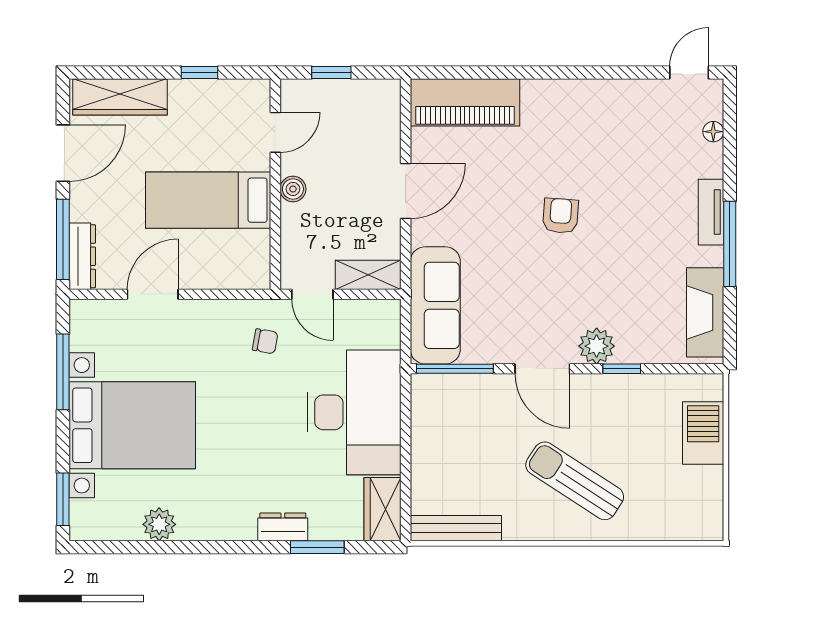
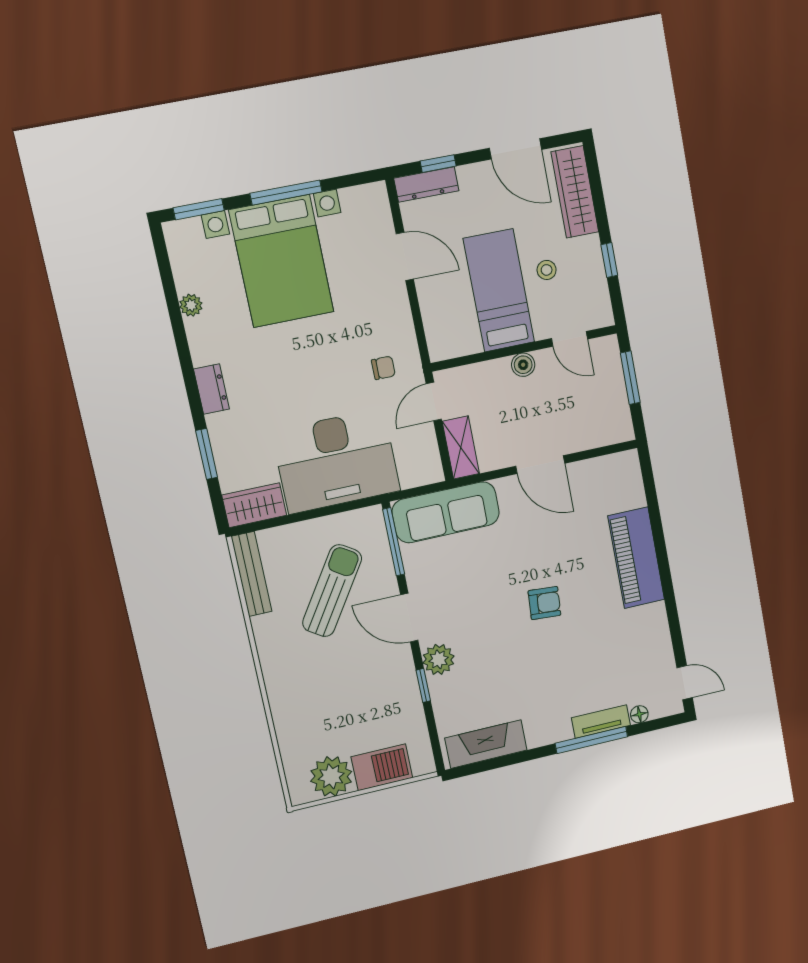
window: (331, 73) -> (630, 378), width x1.50
piano: (465, 102) -> (636, 558), moved
stool: (197, 144) -> (547, 270), added
tv unit: (711, 212) -> (601, 722), moved
window: (63, 239) -> (438, 164), width x0.46
window: (730, 244) -> (591, 740), moved
chair: (265, 341) -> (383, 368), turned -100
door: (542, 369) -> (409, 618), hinge flipped
window: (63, 372) -> (286, 193), moved
sun lounger: (575, 481) -> (332, 591), moved
plant: (700, 491) -> (331, 776), added
plant: (159, 524) -> (191, 305), width x0.73, depth x0.73
dresser: (283, 527) -> (212, 389), moved

